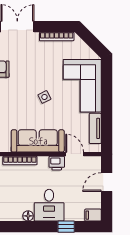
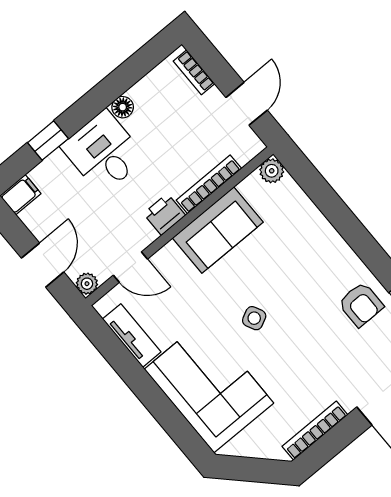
sofa: (38, 141) -> (218, 230), width x0.73
plant: (96, 161) -> (87, 284), added
printer: (57, 163) -> (164, 214), moved

